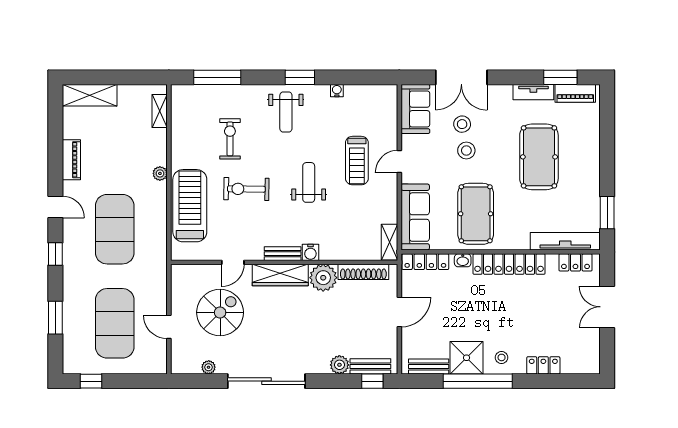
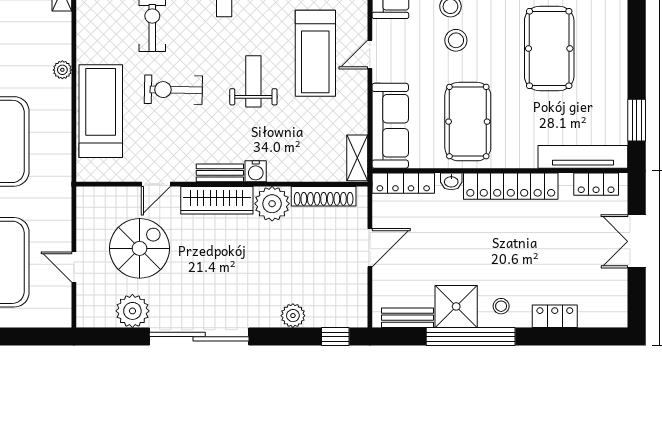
treadmill: (357, 161) -> (315, 53), width x1.37, depth x1.38
bench: (370, 366) -> (333, 318), removed
plant: (209, 367) -> (132, 311), width x1.88, depth x1.88

